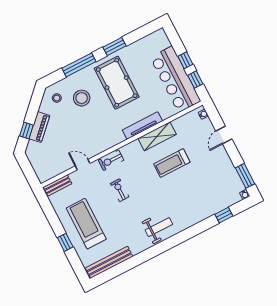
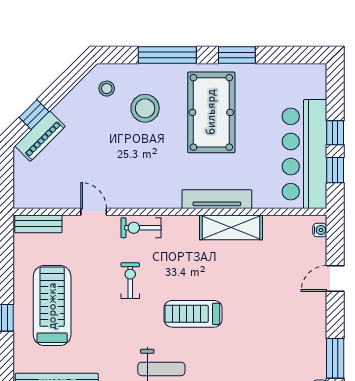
piano: (39, 127) -> (40, 136), moved
treadmill: (172, 163) -> (193, 314), moved

